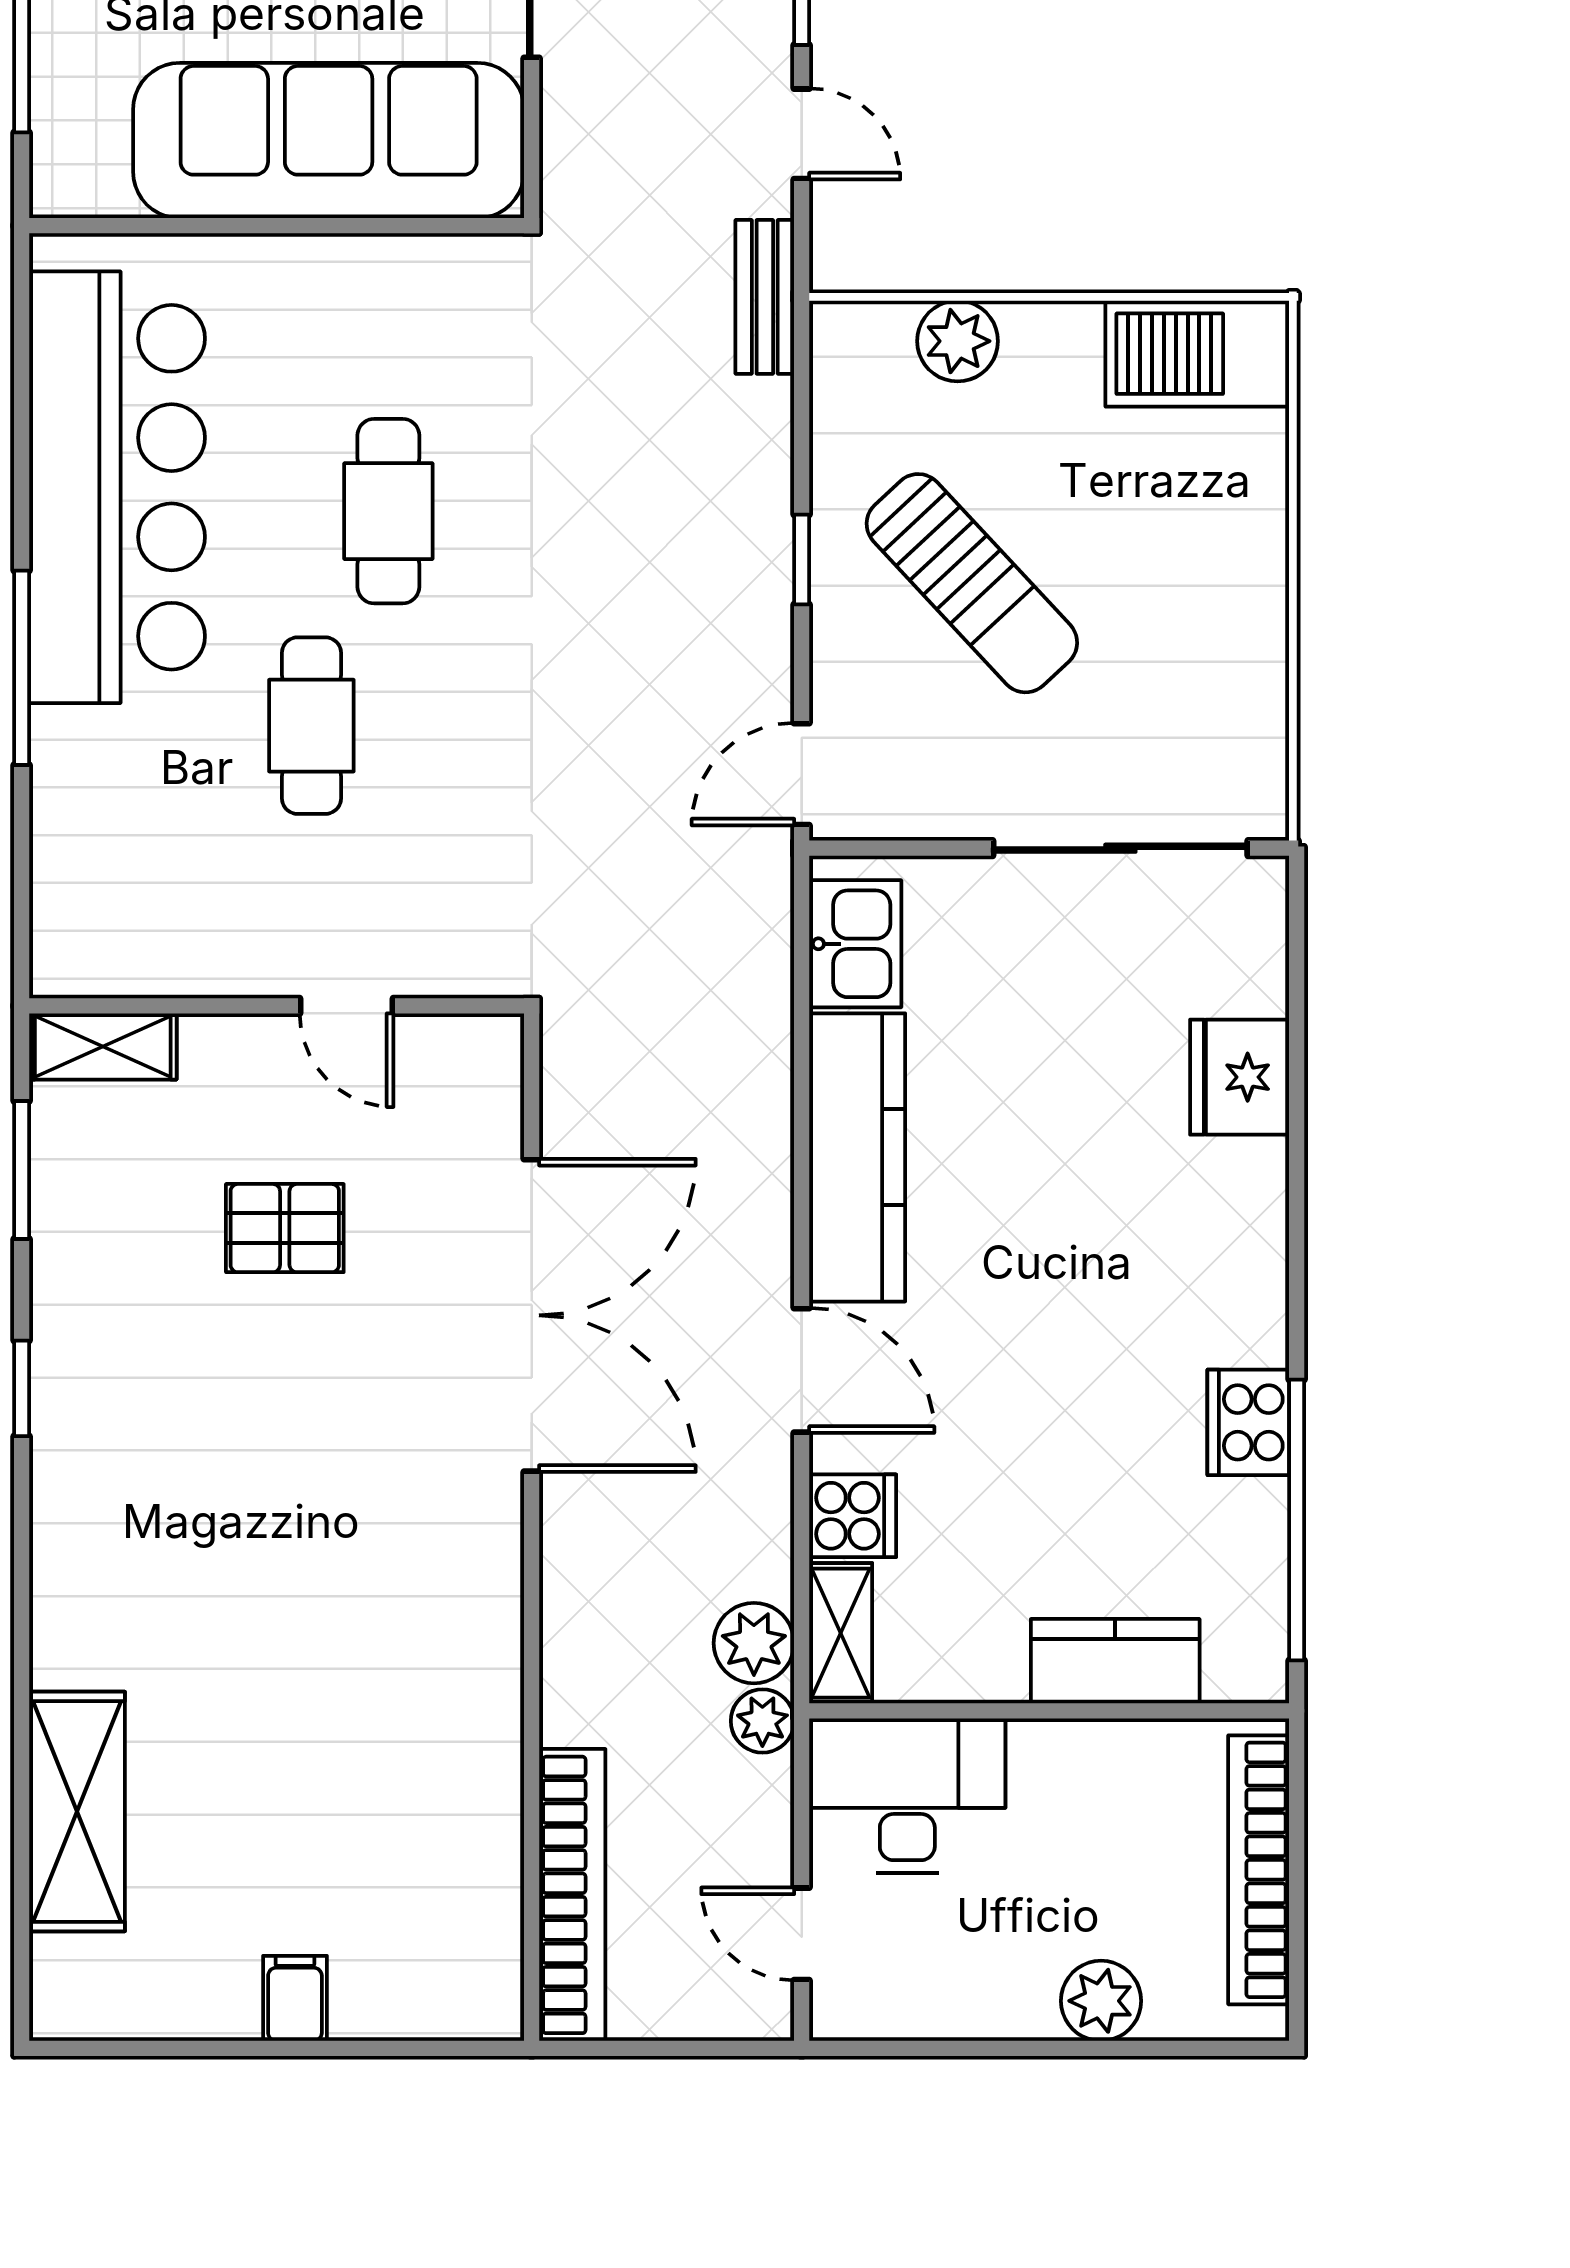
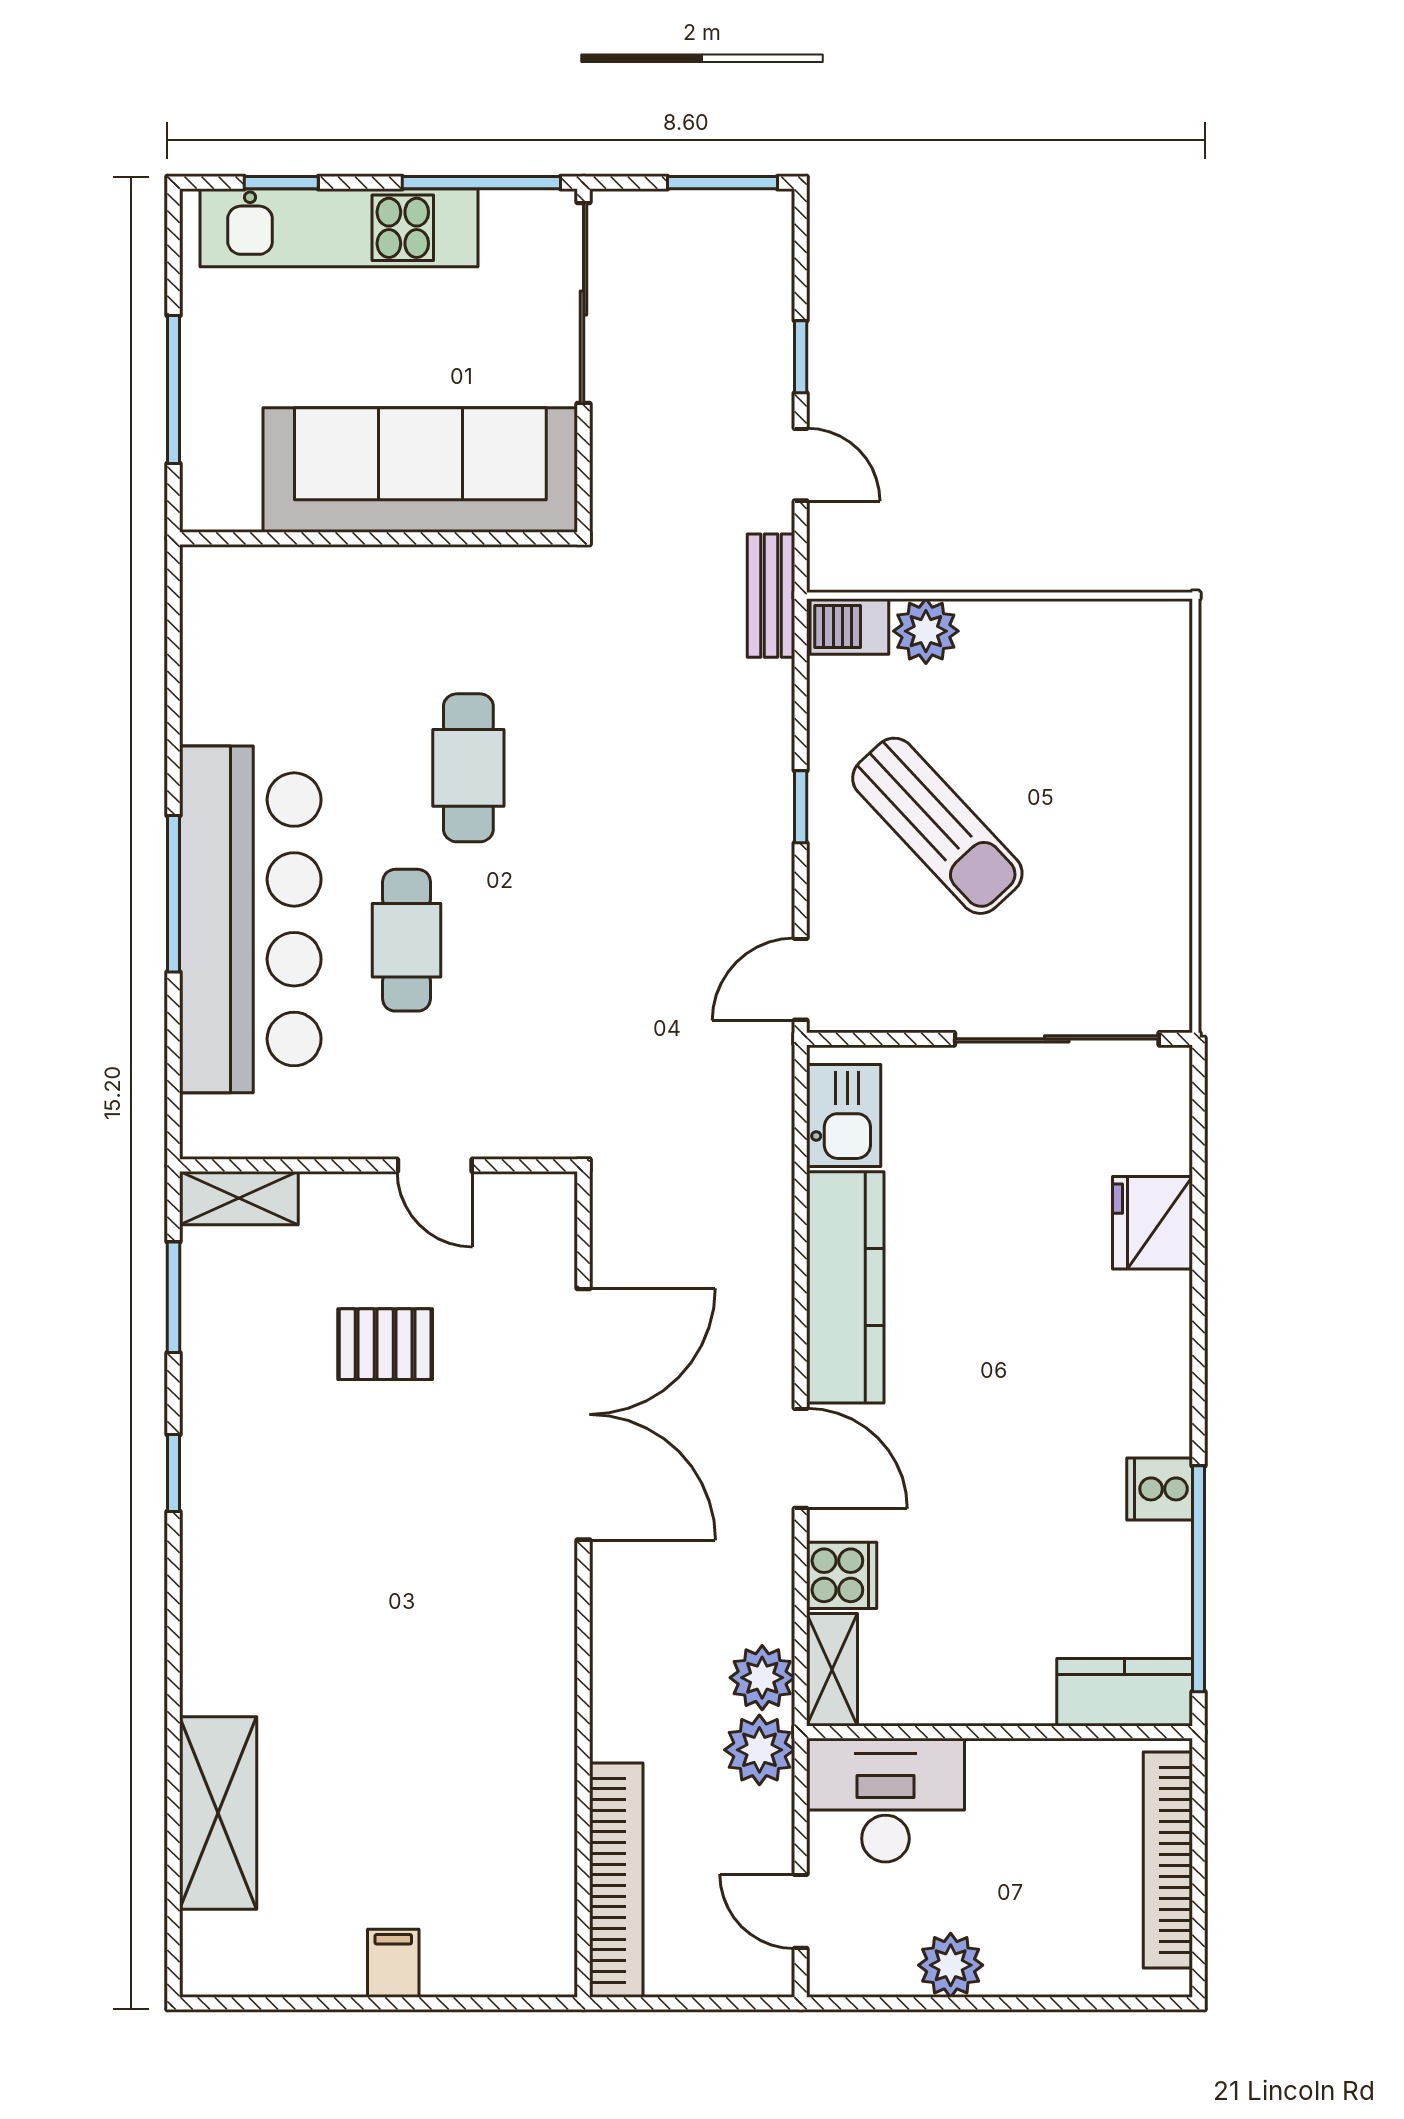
barbecue: (1197, 354) -> (849, 626), moved, width x0.53, depth x0.65
bar counter: (117, 487) -> (250, 919), moved
cooker: (1248, 1422) -> (1160, 1489), width x0.73
kitchen counter: (1115, 1661) -> (1125, 1692), moved
plant: (762, 1721) -> (759, 1750), width x1.38, depth x1.38
plant: (1101, 2001) -> (951, 1965), moved

